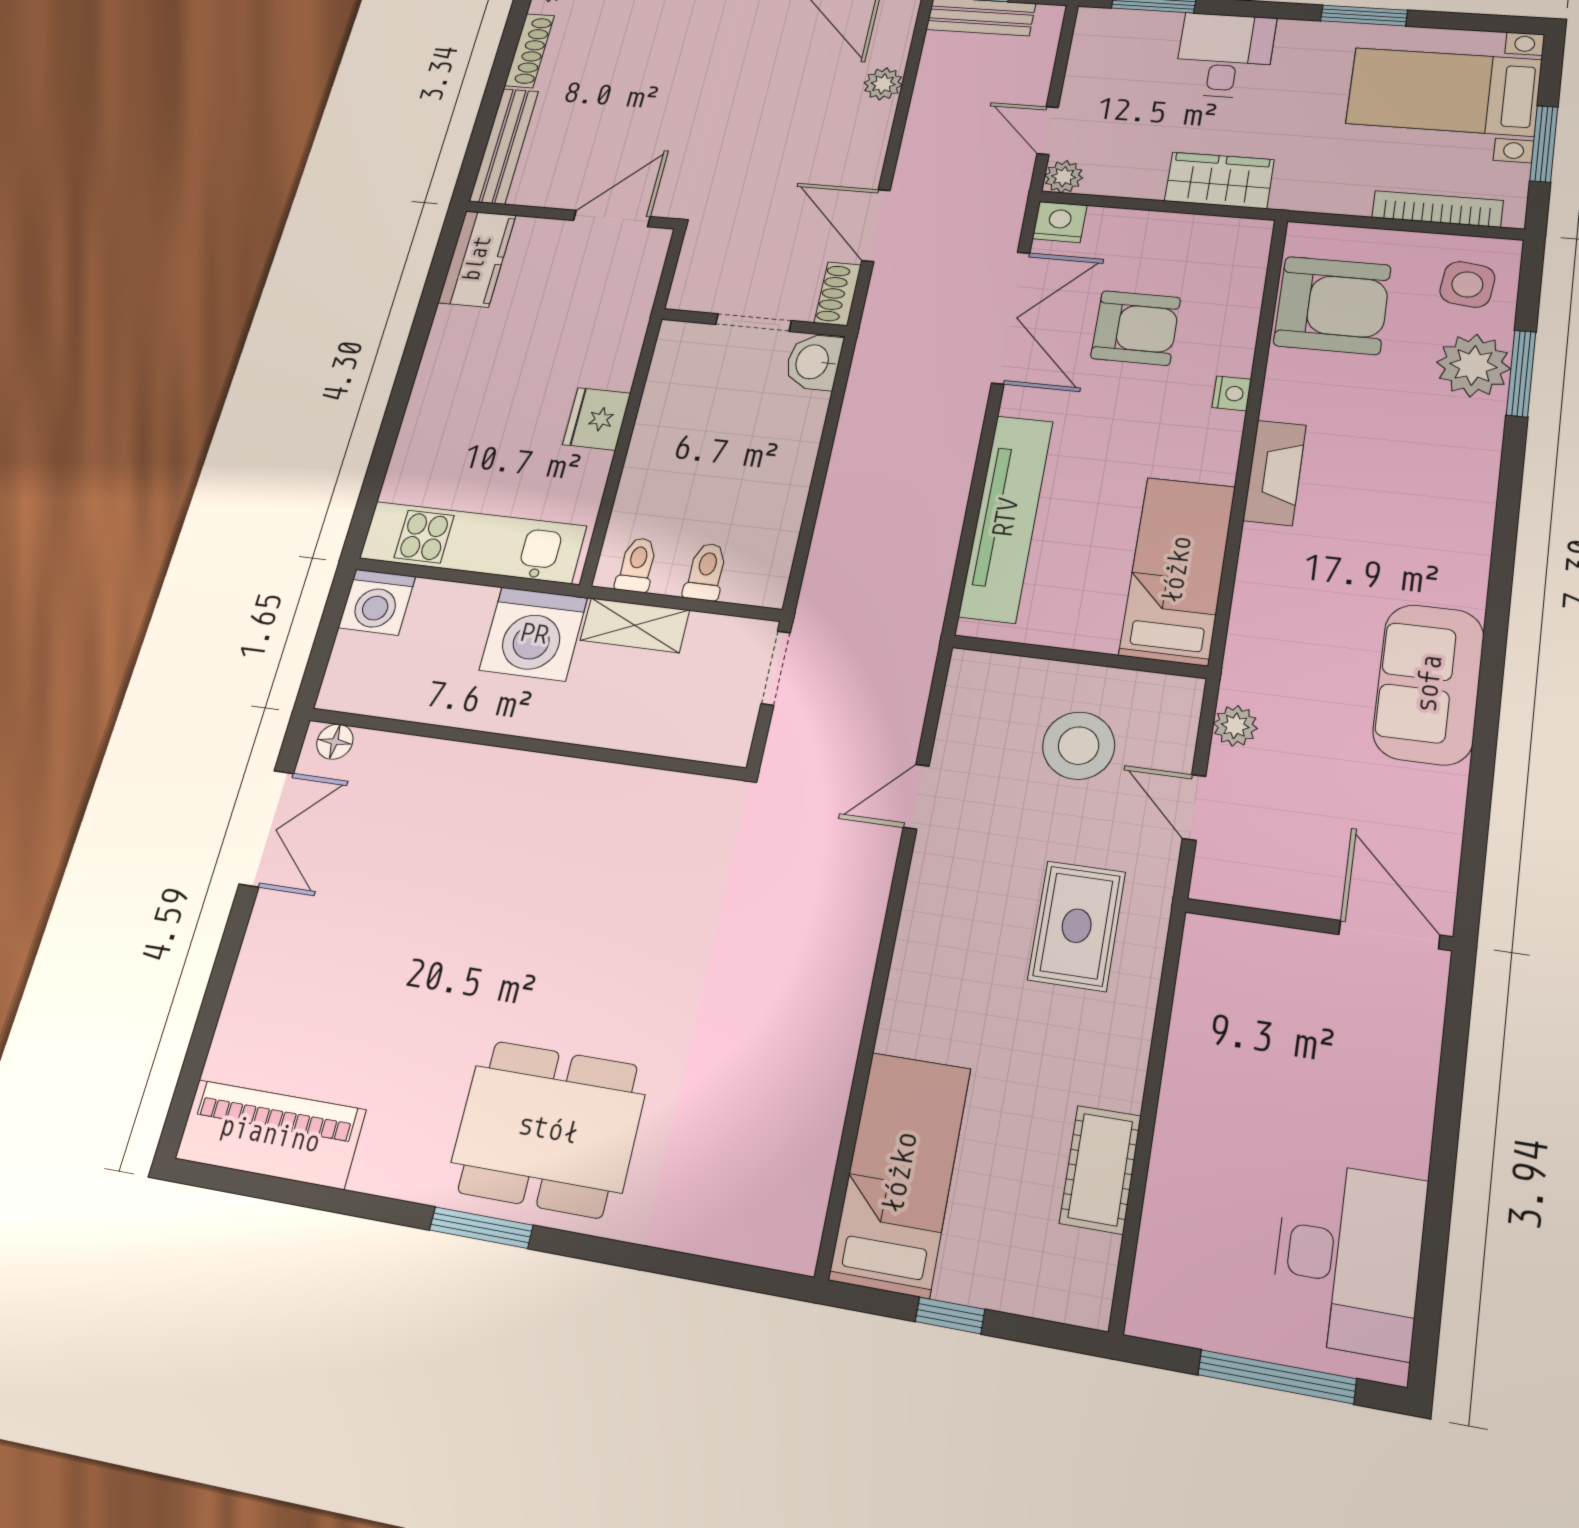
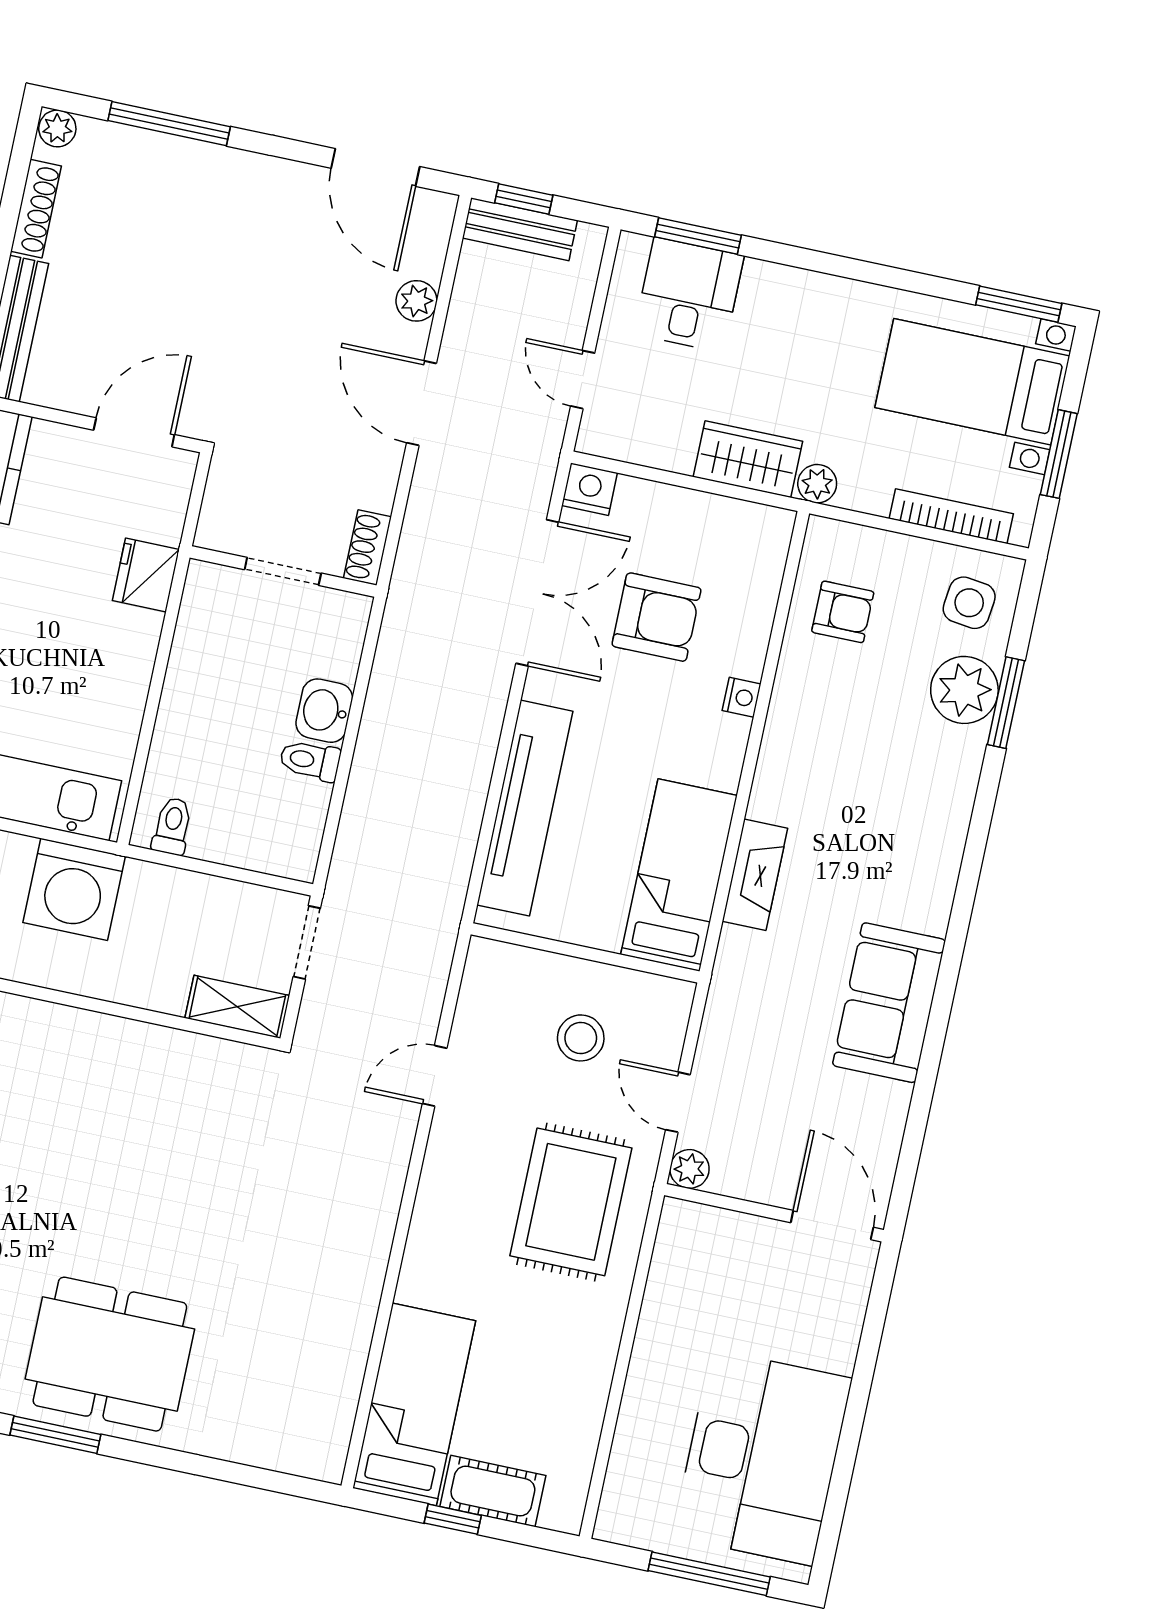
window: (1364, 15) -> (1019, 304), moved
desk: (1225, 55) -> (689, 295), moved
plant: (1064, 177) -> (817, 484), moved
door: (876, 225) -> (421, 403), moved
armchair: (1332, 305) -> (843, 612), width x0.53, depth x0.53
washbasin: (814, 362) -> (324, 711), moved
fridge: (597, 419) -> (146, 575), moved
fireplace: (1275, 473) -> (755, 875), moved
toilet: (706, 572) -> (310, 760), moved, turned -90
shelving: (635, 625) -> (237, 1007), moved
plant: (1235, 726) -> (690, 1169), moved
stool: (1079, 746) -> (581, 1038), width x0.73, depth x0.73
rug: (1077, 926) -> (571, 1202), width x1.36, depth x1.43
cot: (1100, 1169) -> (493, 1491), moved, turned 90
desk: (1349, 1258) -> (762, 1457), width x1.36, depth x1.30

